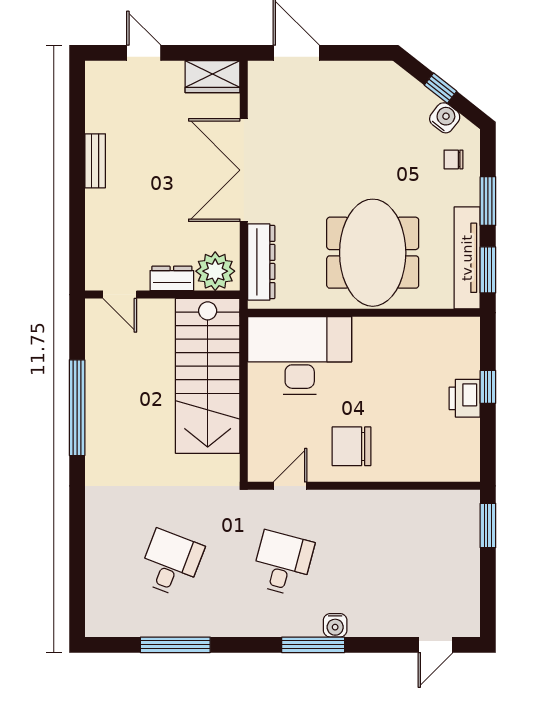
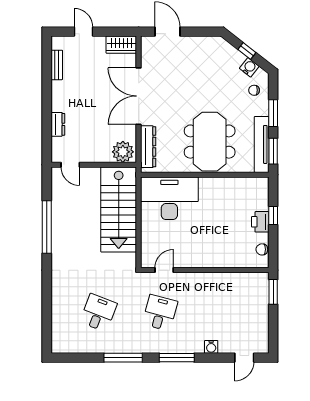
bench: (95, 161) -> (57, 65), moved
dresser: (172, 278) -> (58, 124), moved, turned 90
chair: (352, 446) -> (262, 249), moved, width x0.54, depth x0.54
water cooler: (335, 625) -> (211, 347), moved
window: (175, 645) -> (123, 358), moved

